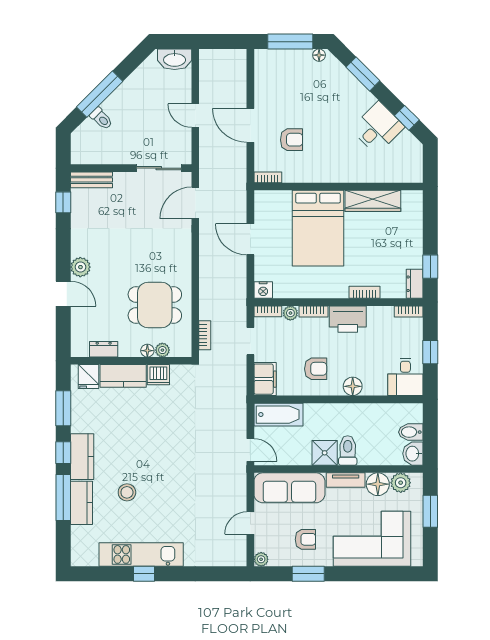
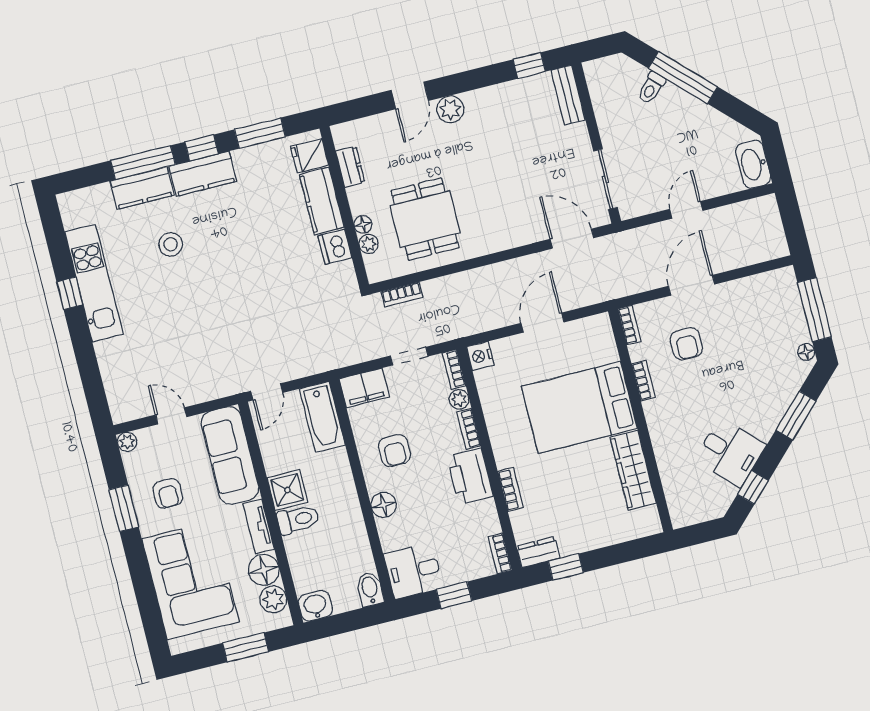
bookcase: (310, 177) -> (644, 381), added
bidet: (411, 432) -> (370, 589), moved

